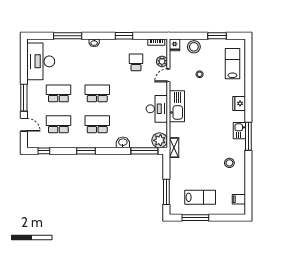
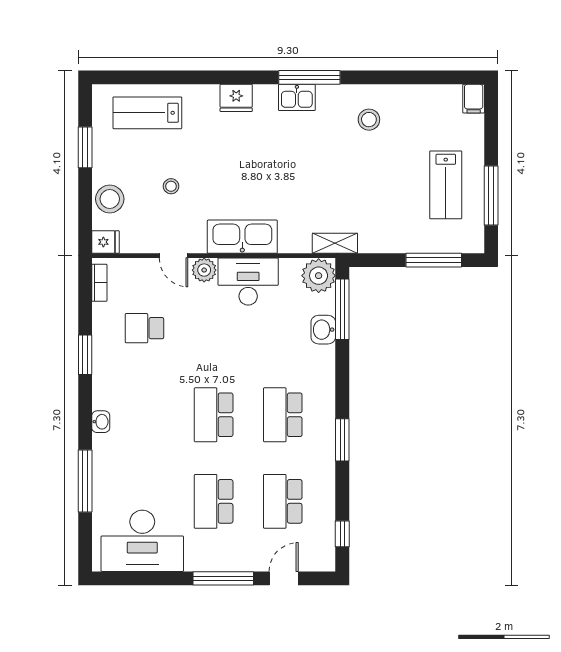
plant: (162, 61) -> (204, 270), moved
washbasin: (123, 142) -> (323, 330), moved
lab bench: (200, 197) -> (446, 185), turned 180
filing cabinet: (239, 199) -> (474, 99), moved

